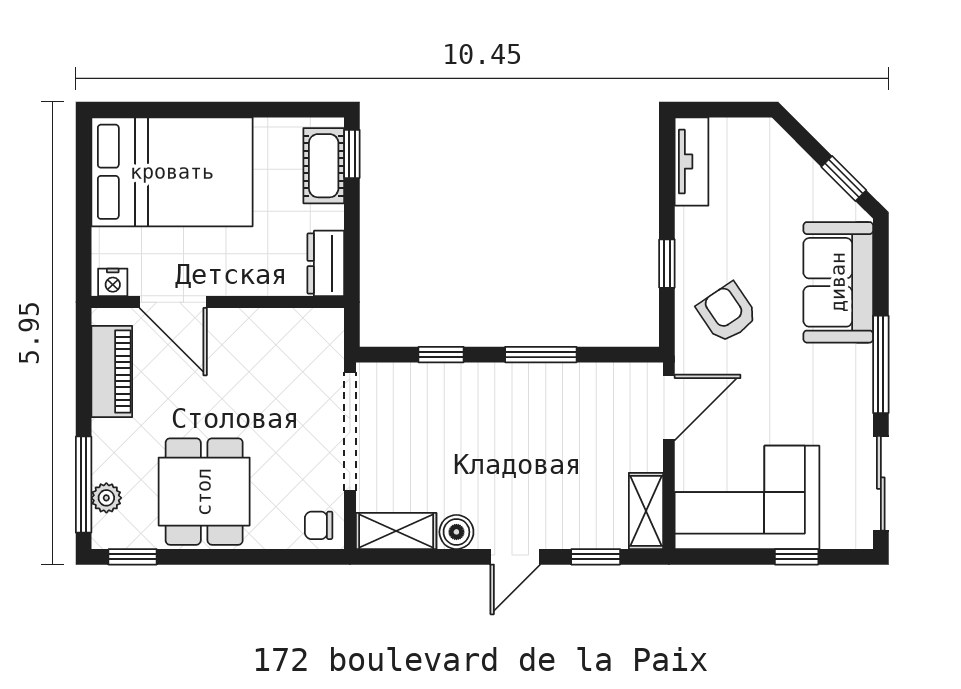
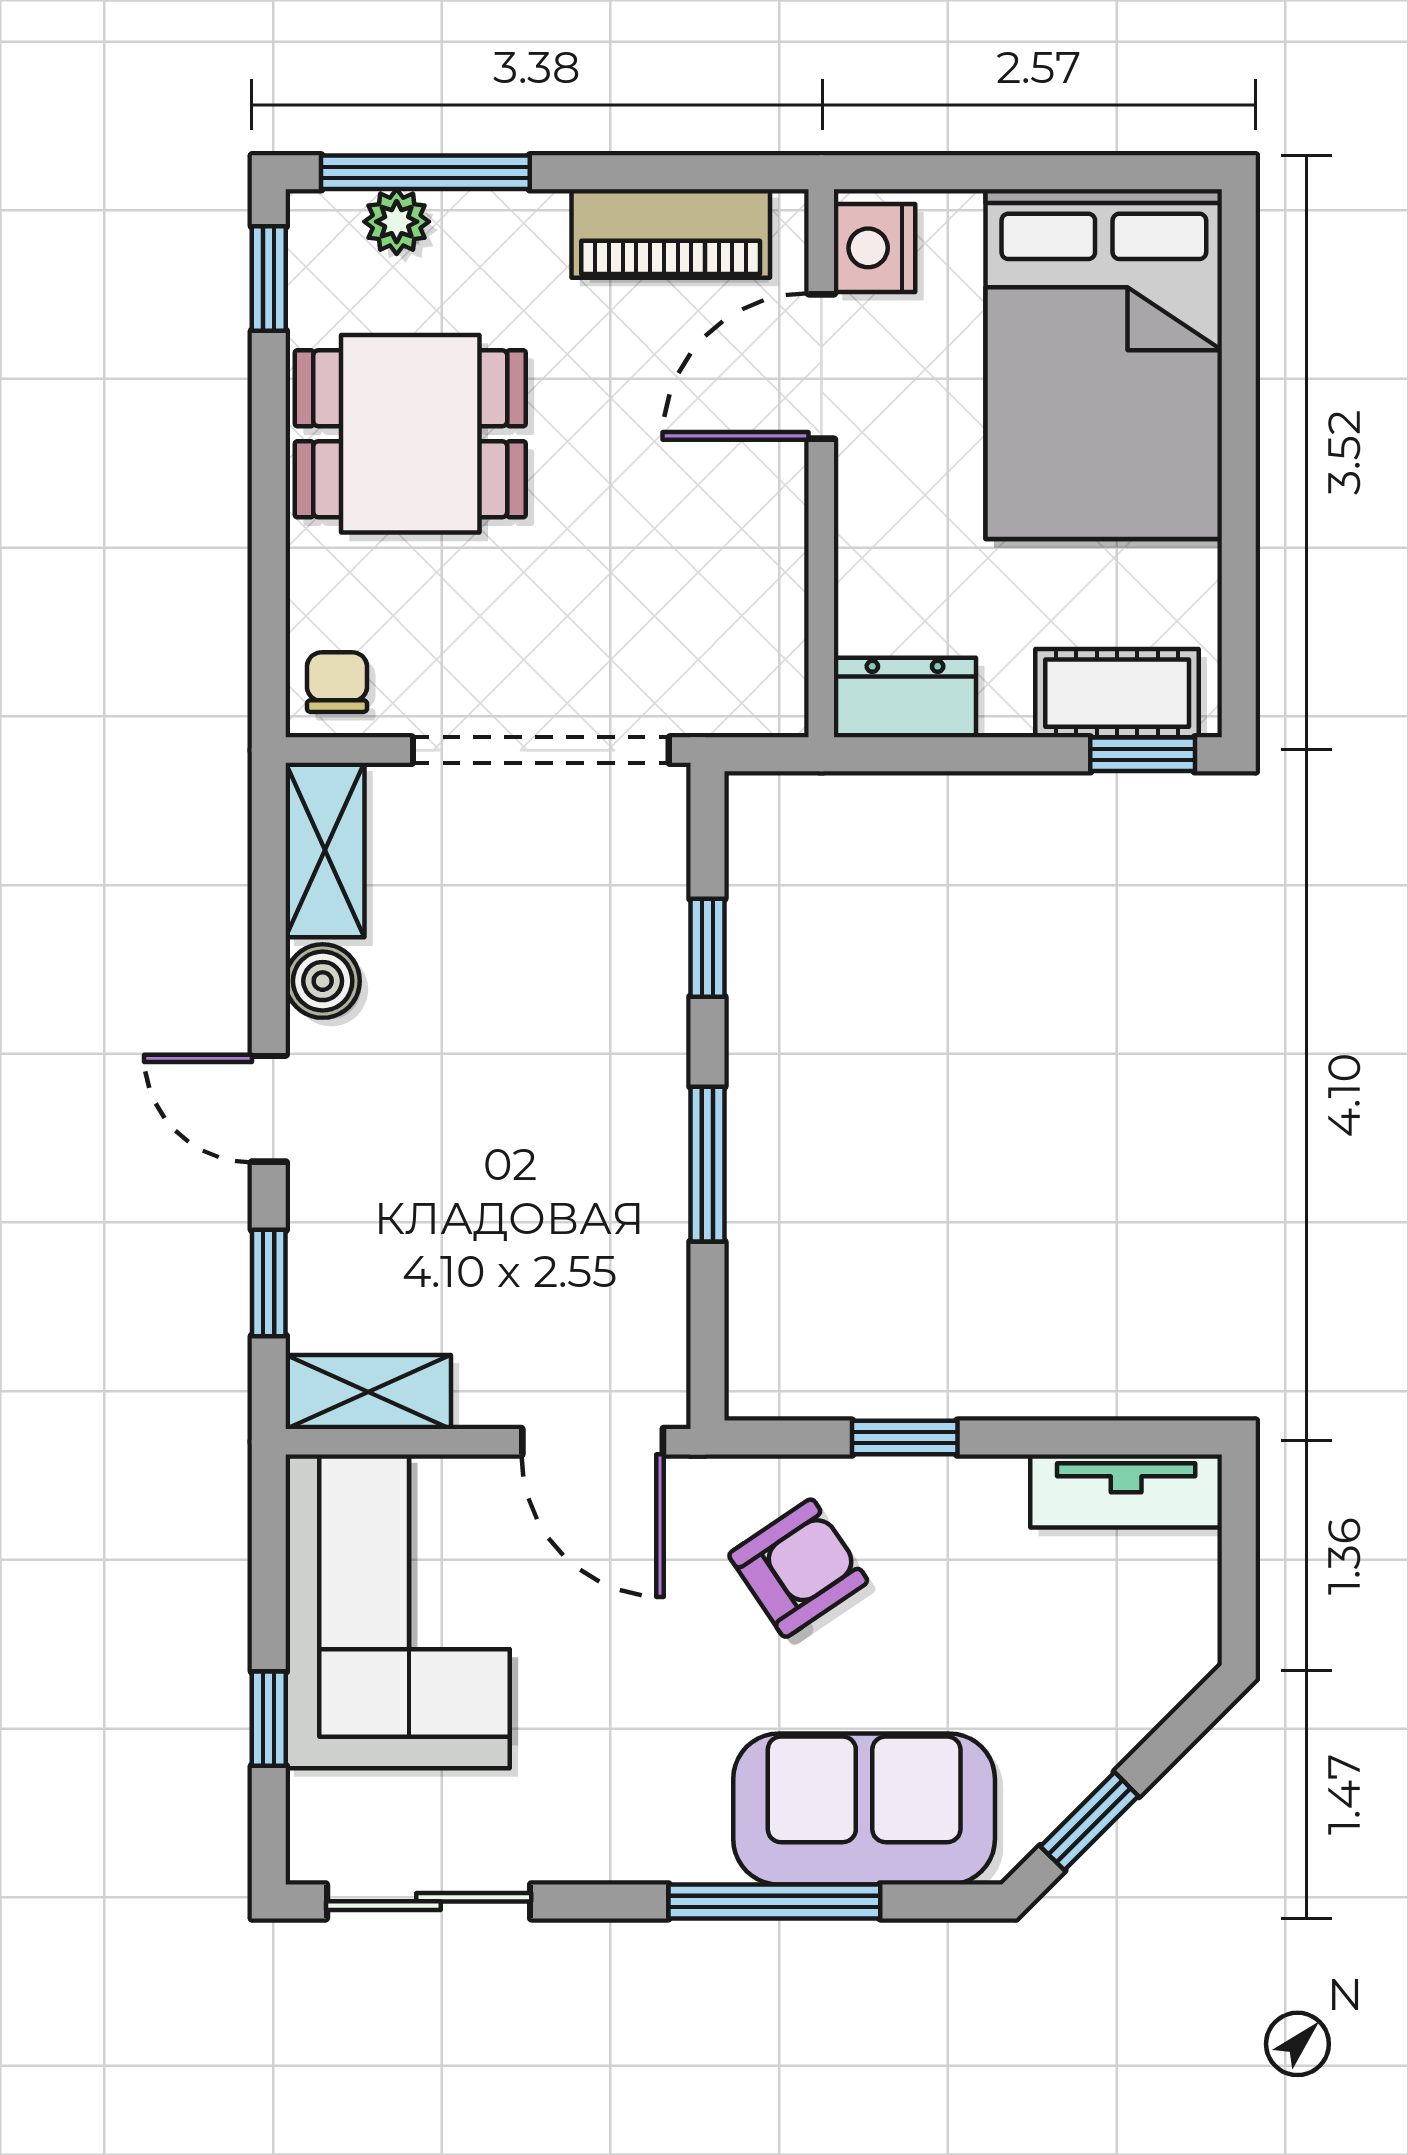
nightstand: (113, 282) -> (875, 248), width x1.39, depth x1.35
window: (881, 364) -> (774, 1901), moved

